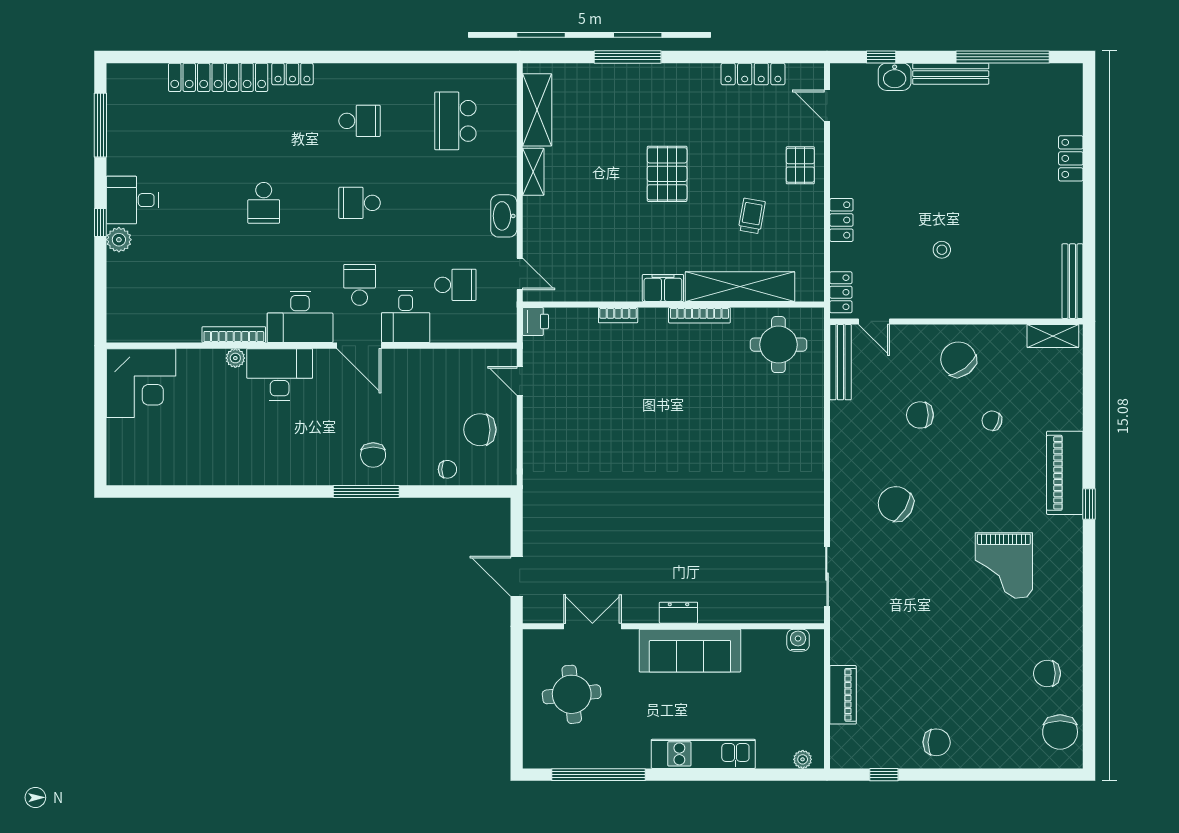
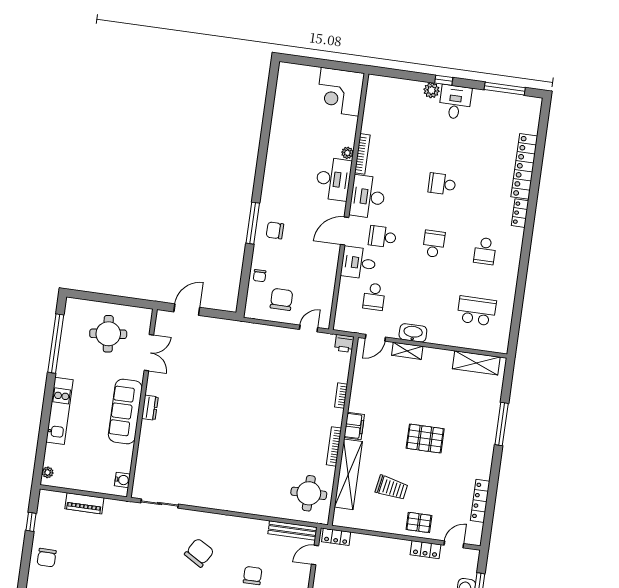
shelving: (533, 172) -> (407, 351), moved
trolley: (752, 216) -> (392, 488), width x1.36, depth x1.39
locker: (841, 220) -> (426, 550), moved
school desk: (360, 285) -> (382, 237), turned 180

